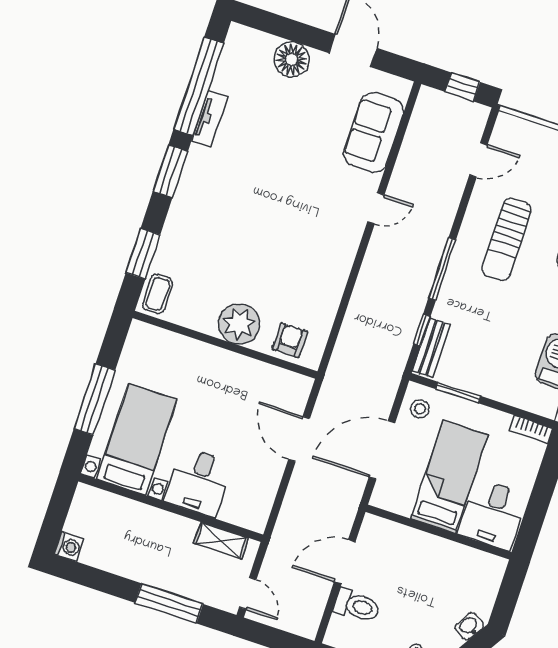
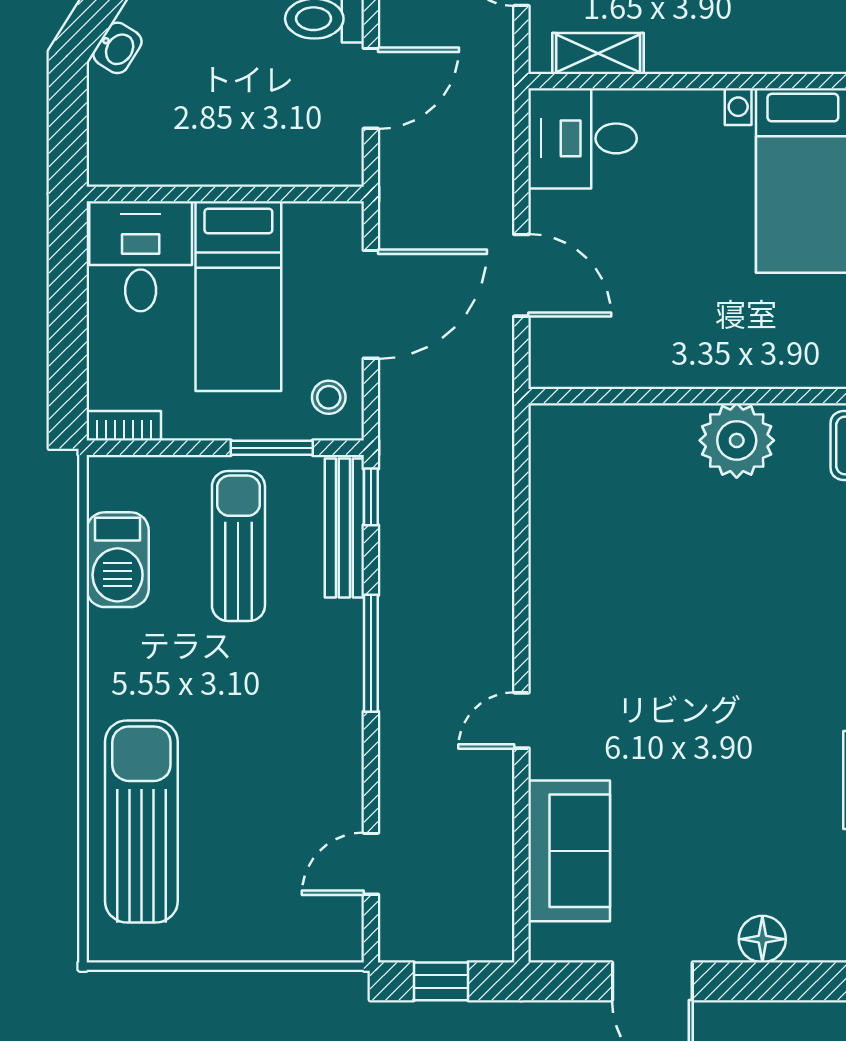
floor lamp: (292, 59) -> (762, 939), width x0.73, depth x0.73
sun lounger: (507, 240) -> (238, 546), moved
plant: (239, 324) -> (737, 440), moved
window: (422, 330) -> (371, 497), moved
armchair: (290, 340) -> (594, 441), removed
bench: (431, 348) -> (344, 528), width x1.36
desk: (199, 482) -> (583, 138), moved, turned -90

